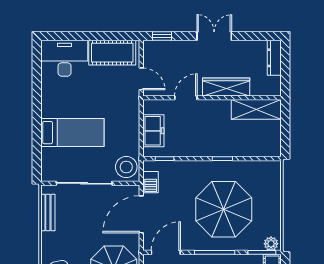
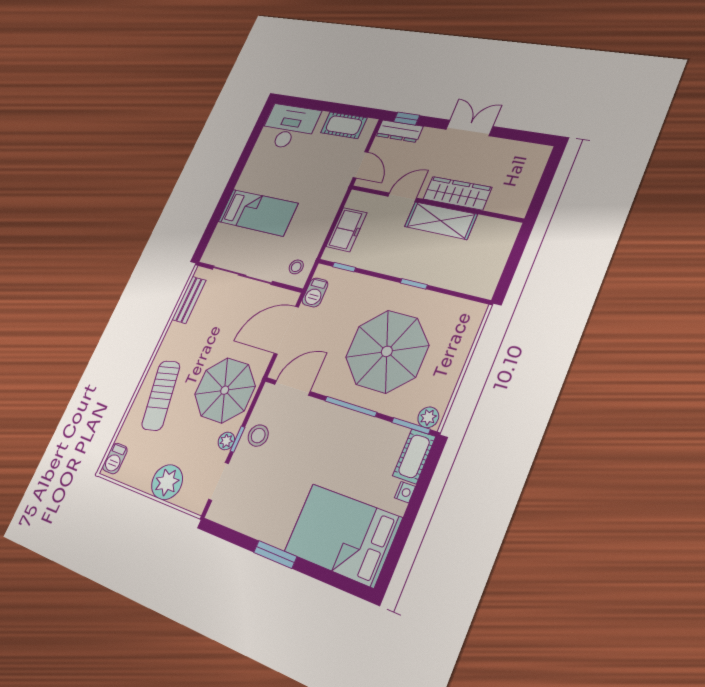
cot: (112, 53) -> (344, 125), width x0.73, depth x0.75
dresser: (274, 58) -> (399, 131), moved, turned -90
shelving: (256, 109) -> (441, 220), moved
stool: (126, 167) -> (296, 267), width x0.53, depth x0.53

